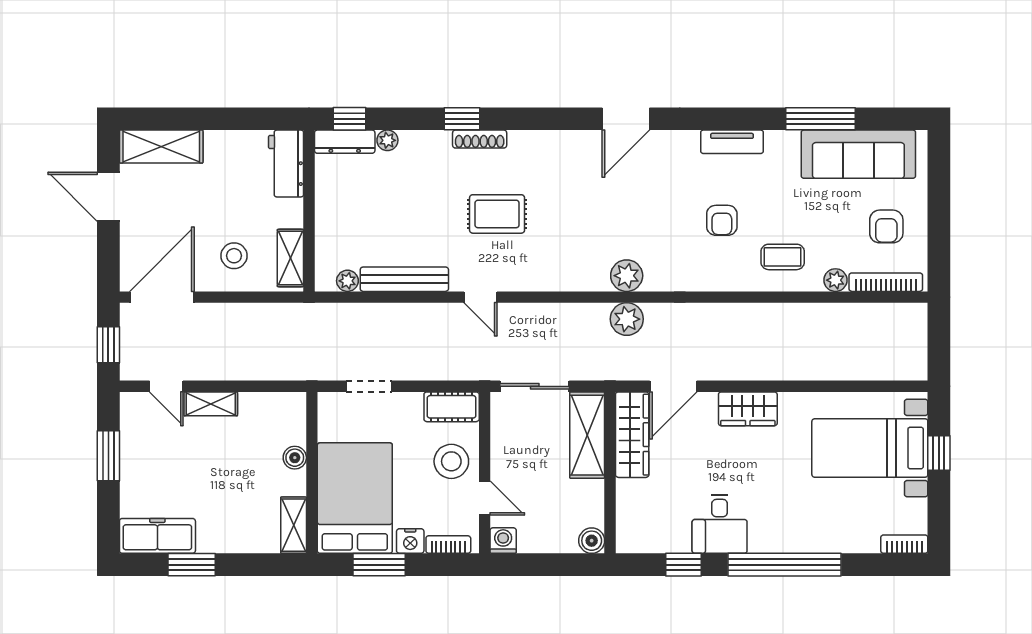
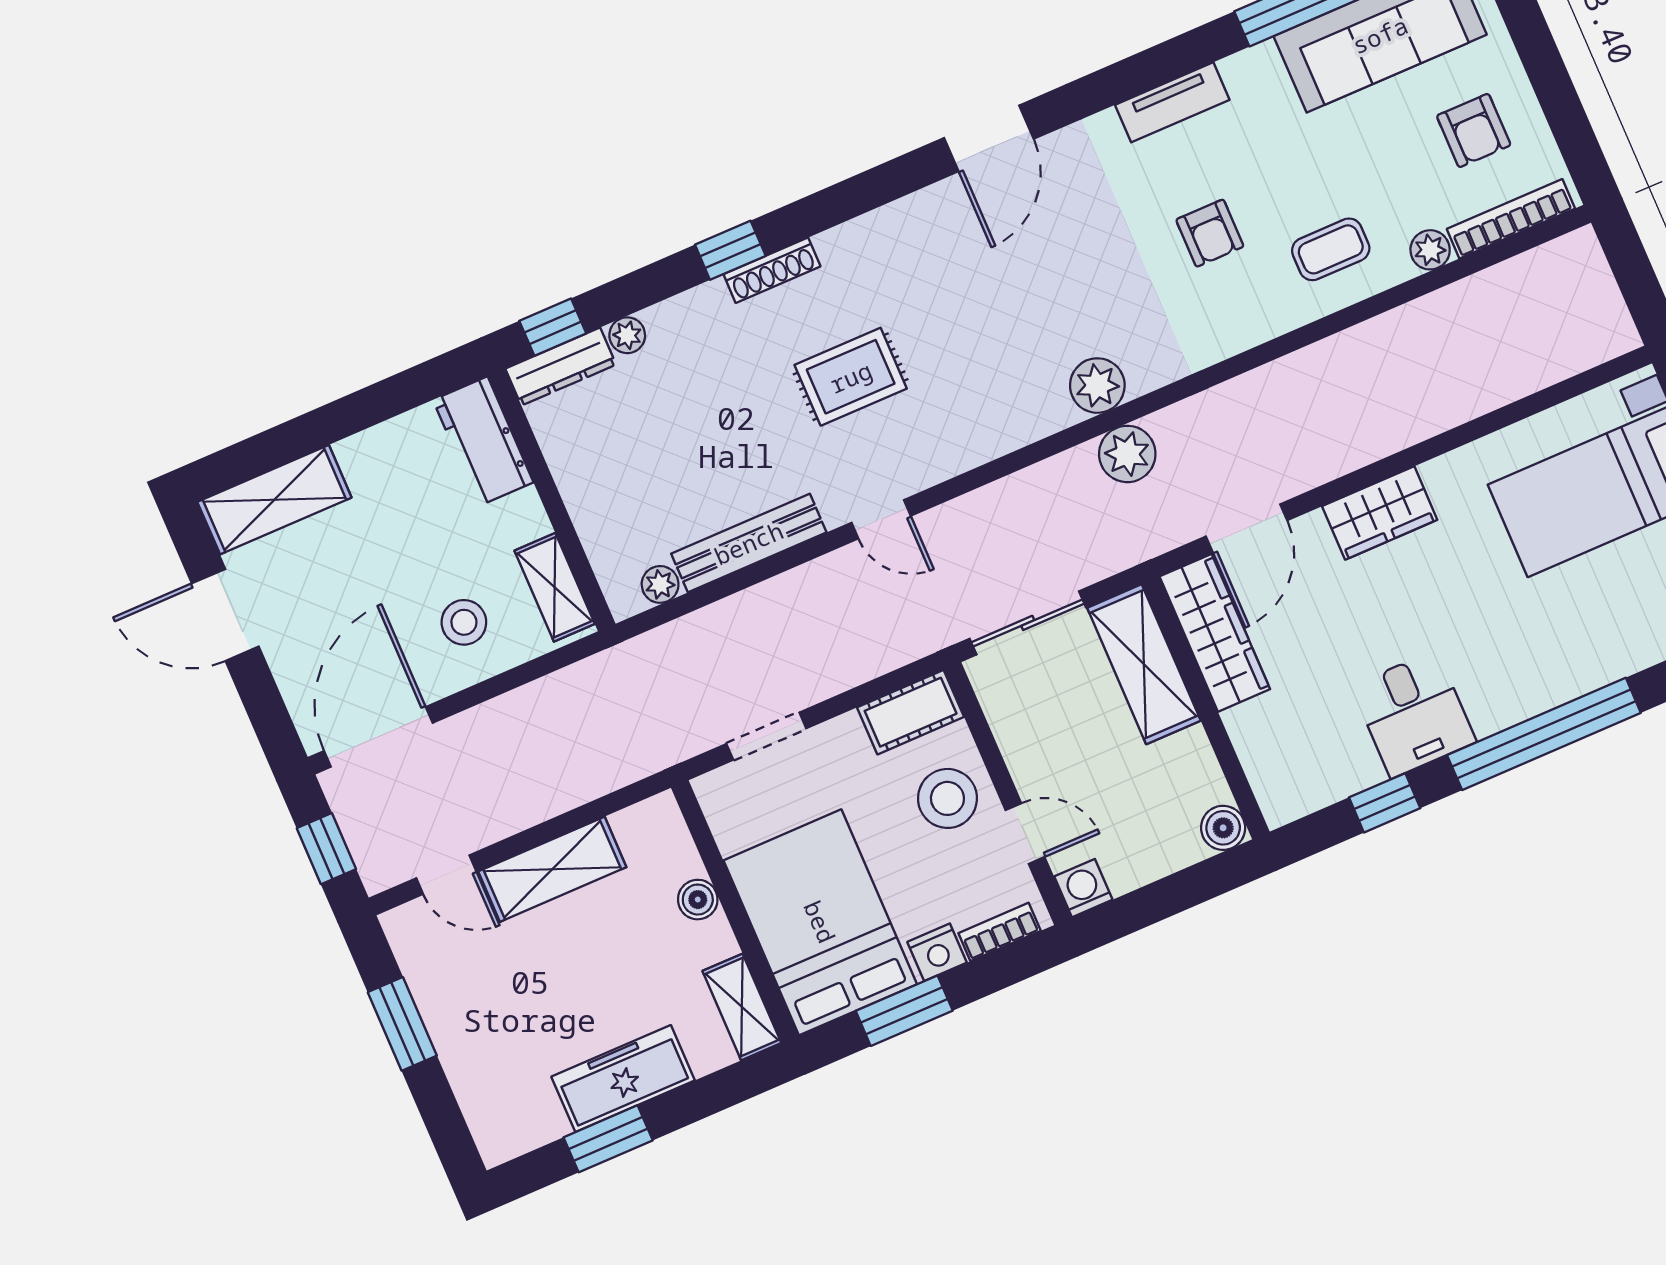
shelving: (211, 404) -> (552, 869), width x1.50, depth x1.33
freezer: (157, 536) -> (623, 1079), moved

